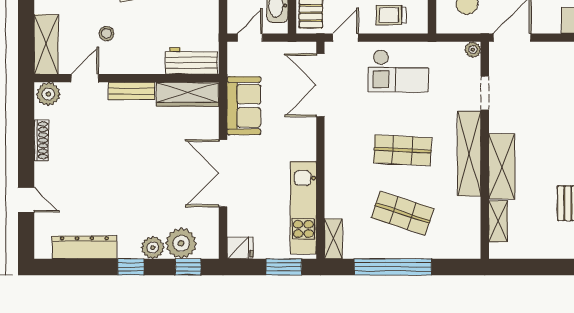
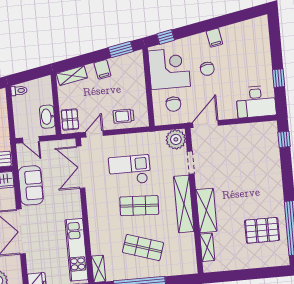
door: (250, 38) -> (31, 140), swing flipped
plant: (473, 50) -> (176, 139), width x1.87, depth x1.87
checkout: (398, 71) -> (130, 170), moved, turned 180

